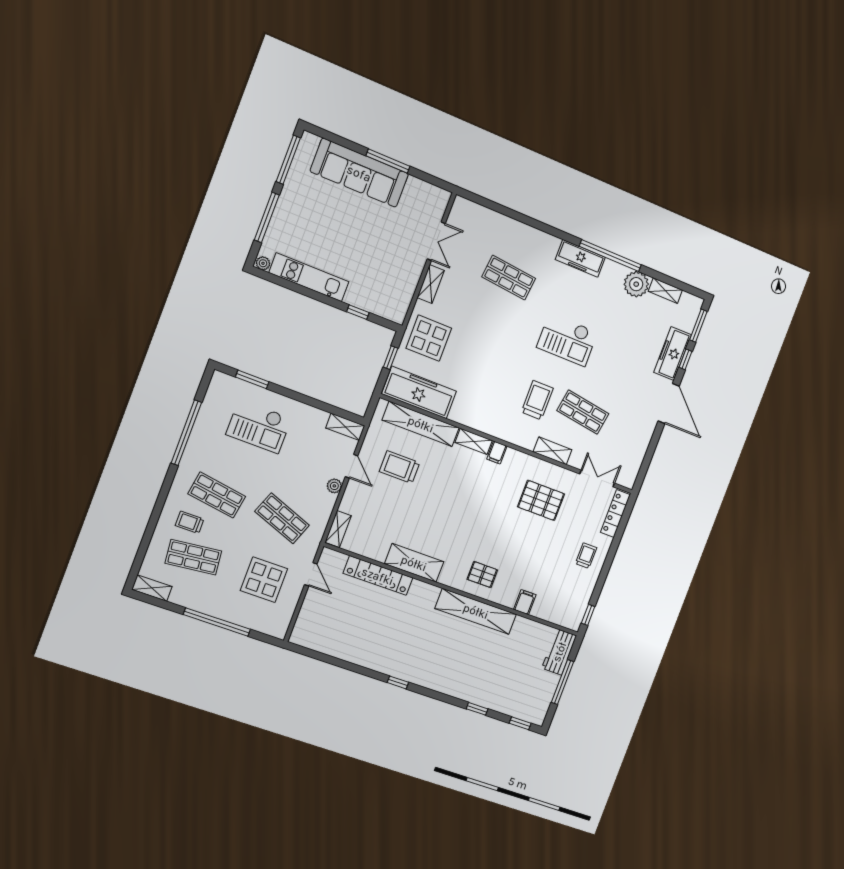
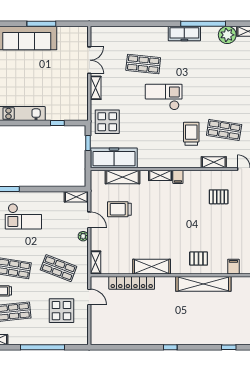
checkout: (567, 340) -> (164, 97), moved, turned 180
shelving: (421, 424) -> (122, 177), width x0.68
pallet: (541, 500) -> (219, 197), width x0.67, depth x0.71

